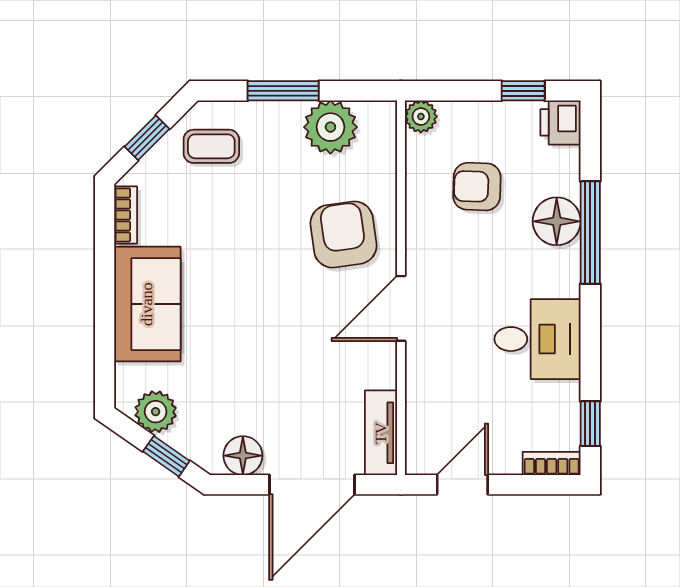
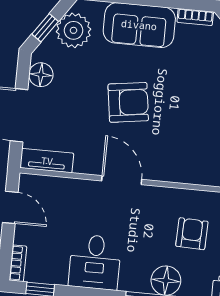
armchair: (343, 235) -> (128, 102), moved
plant: (156, 412) -> (74, 30), width x1.36, depth x1.36

